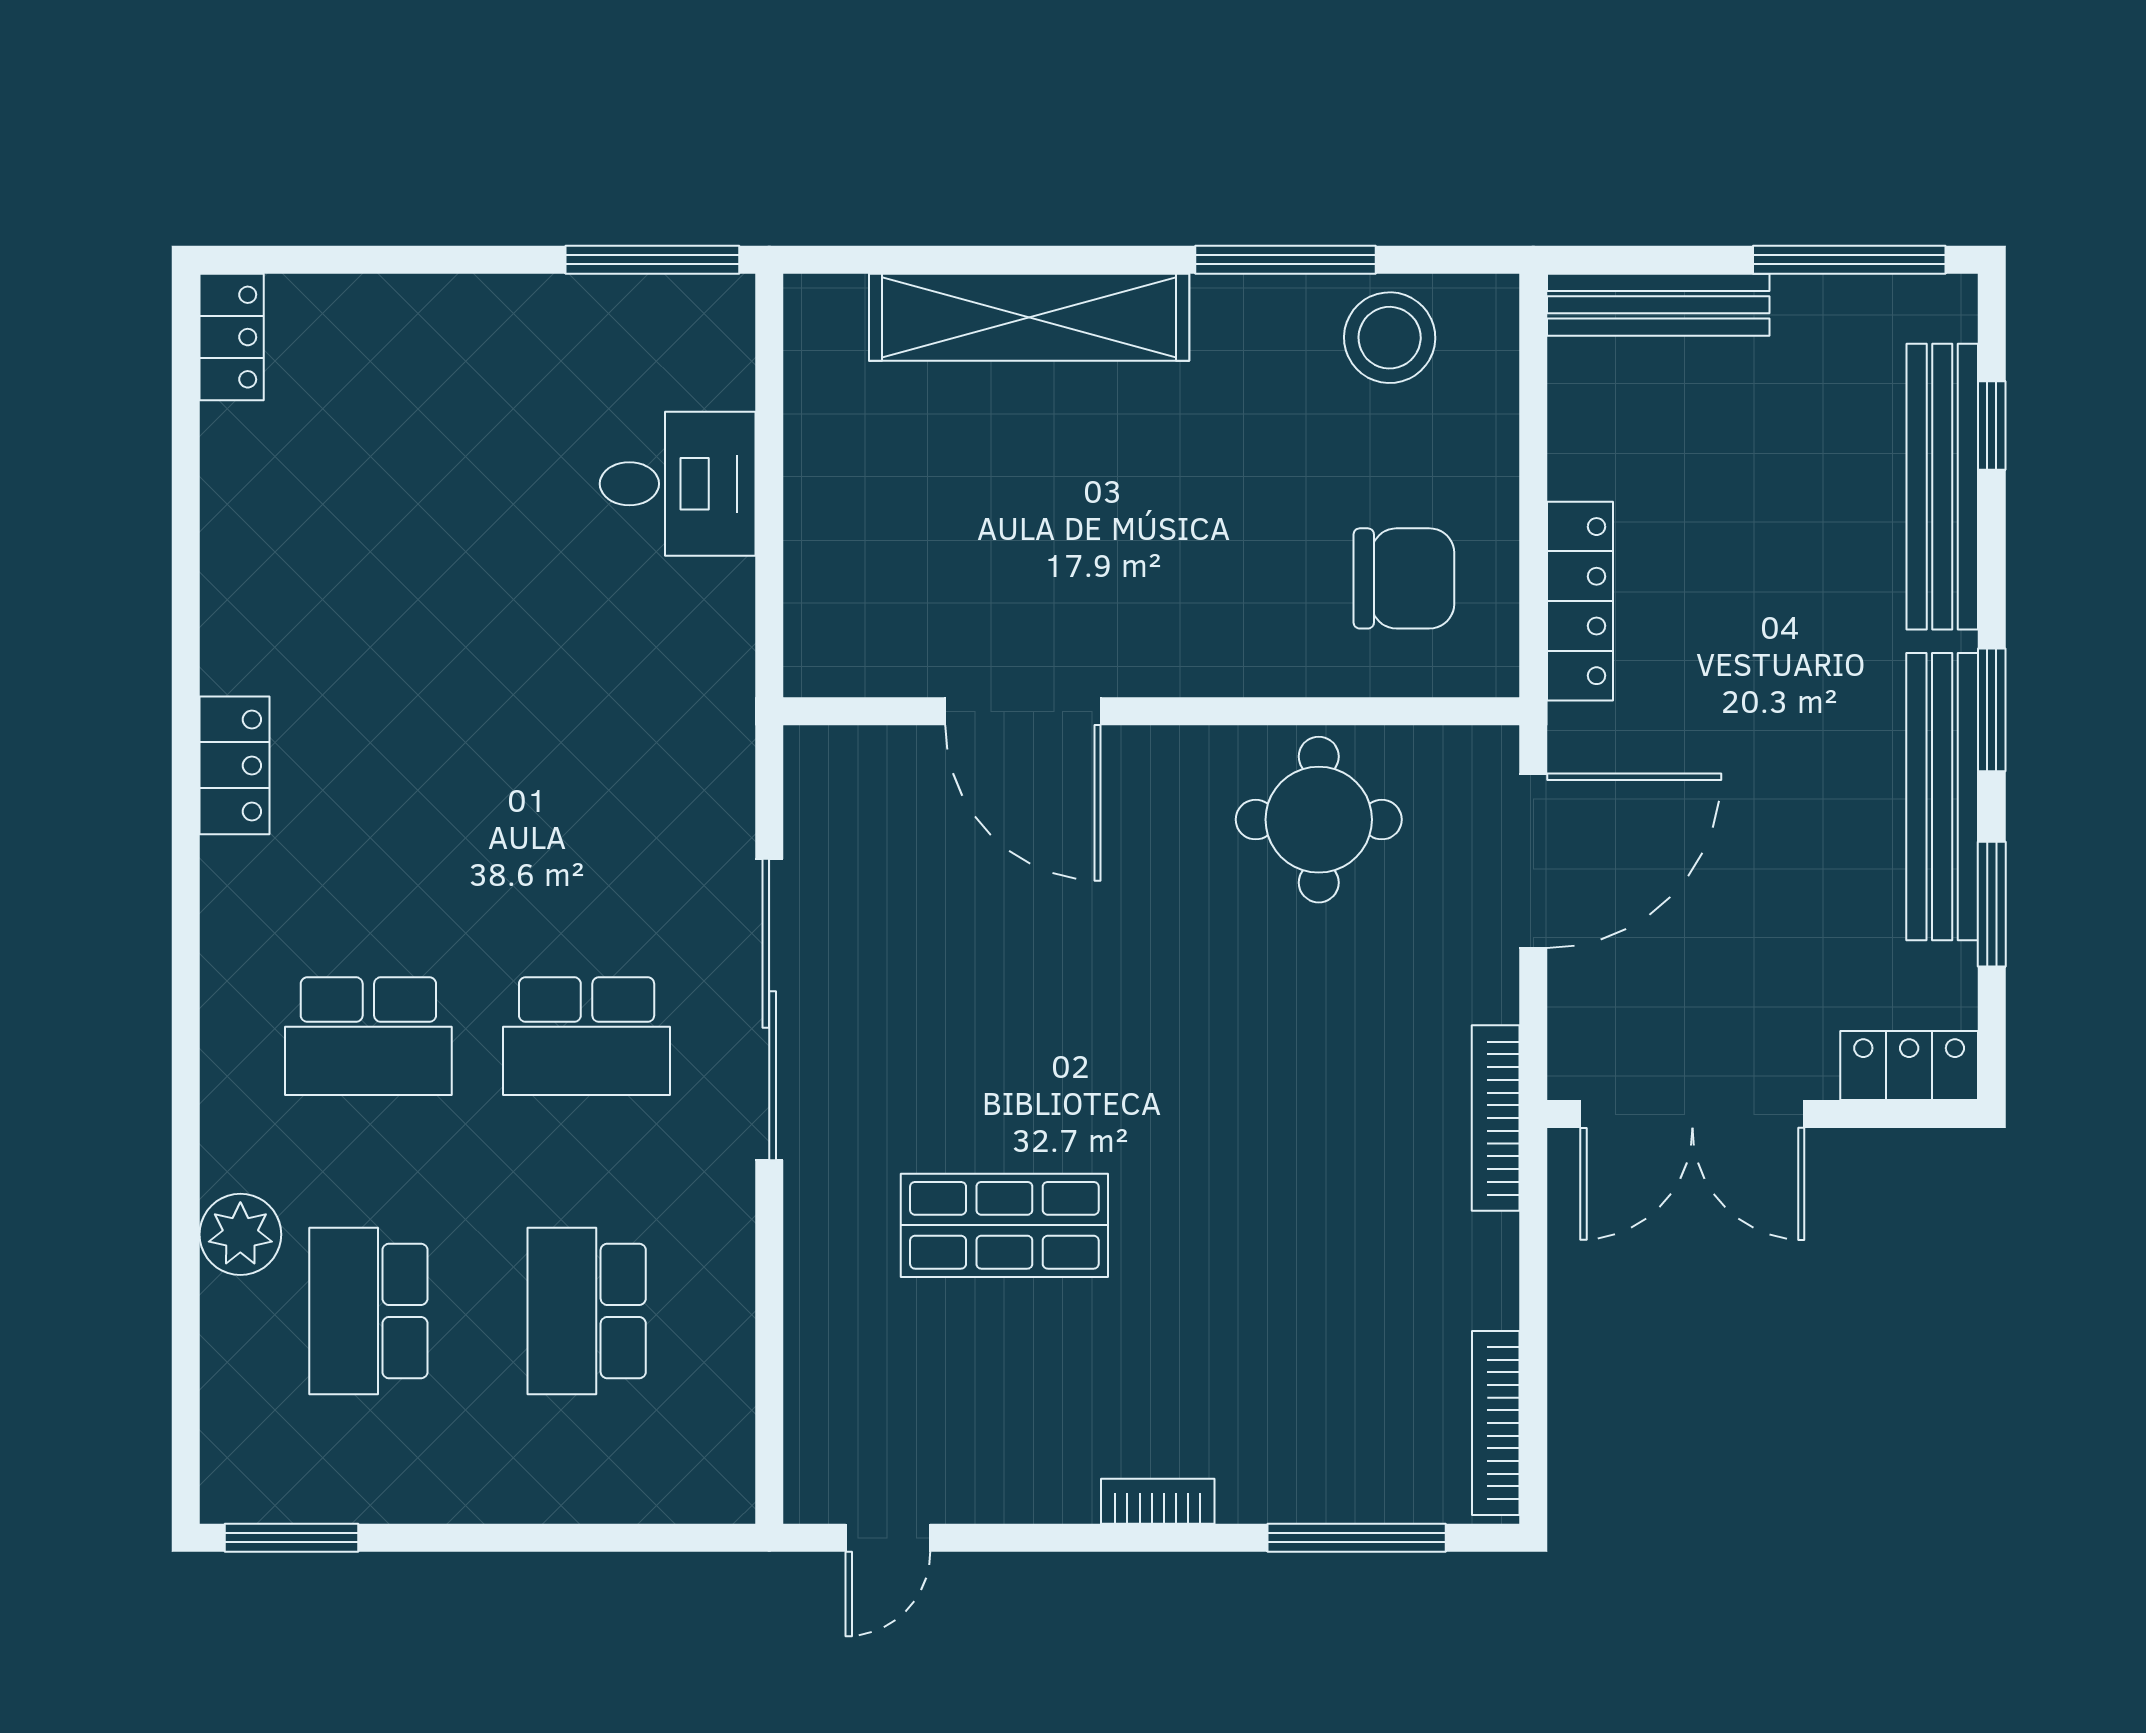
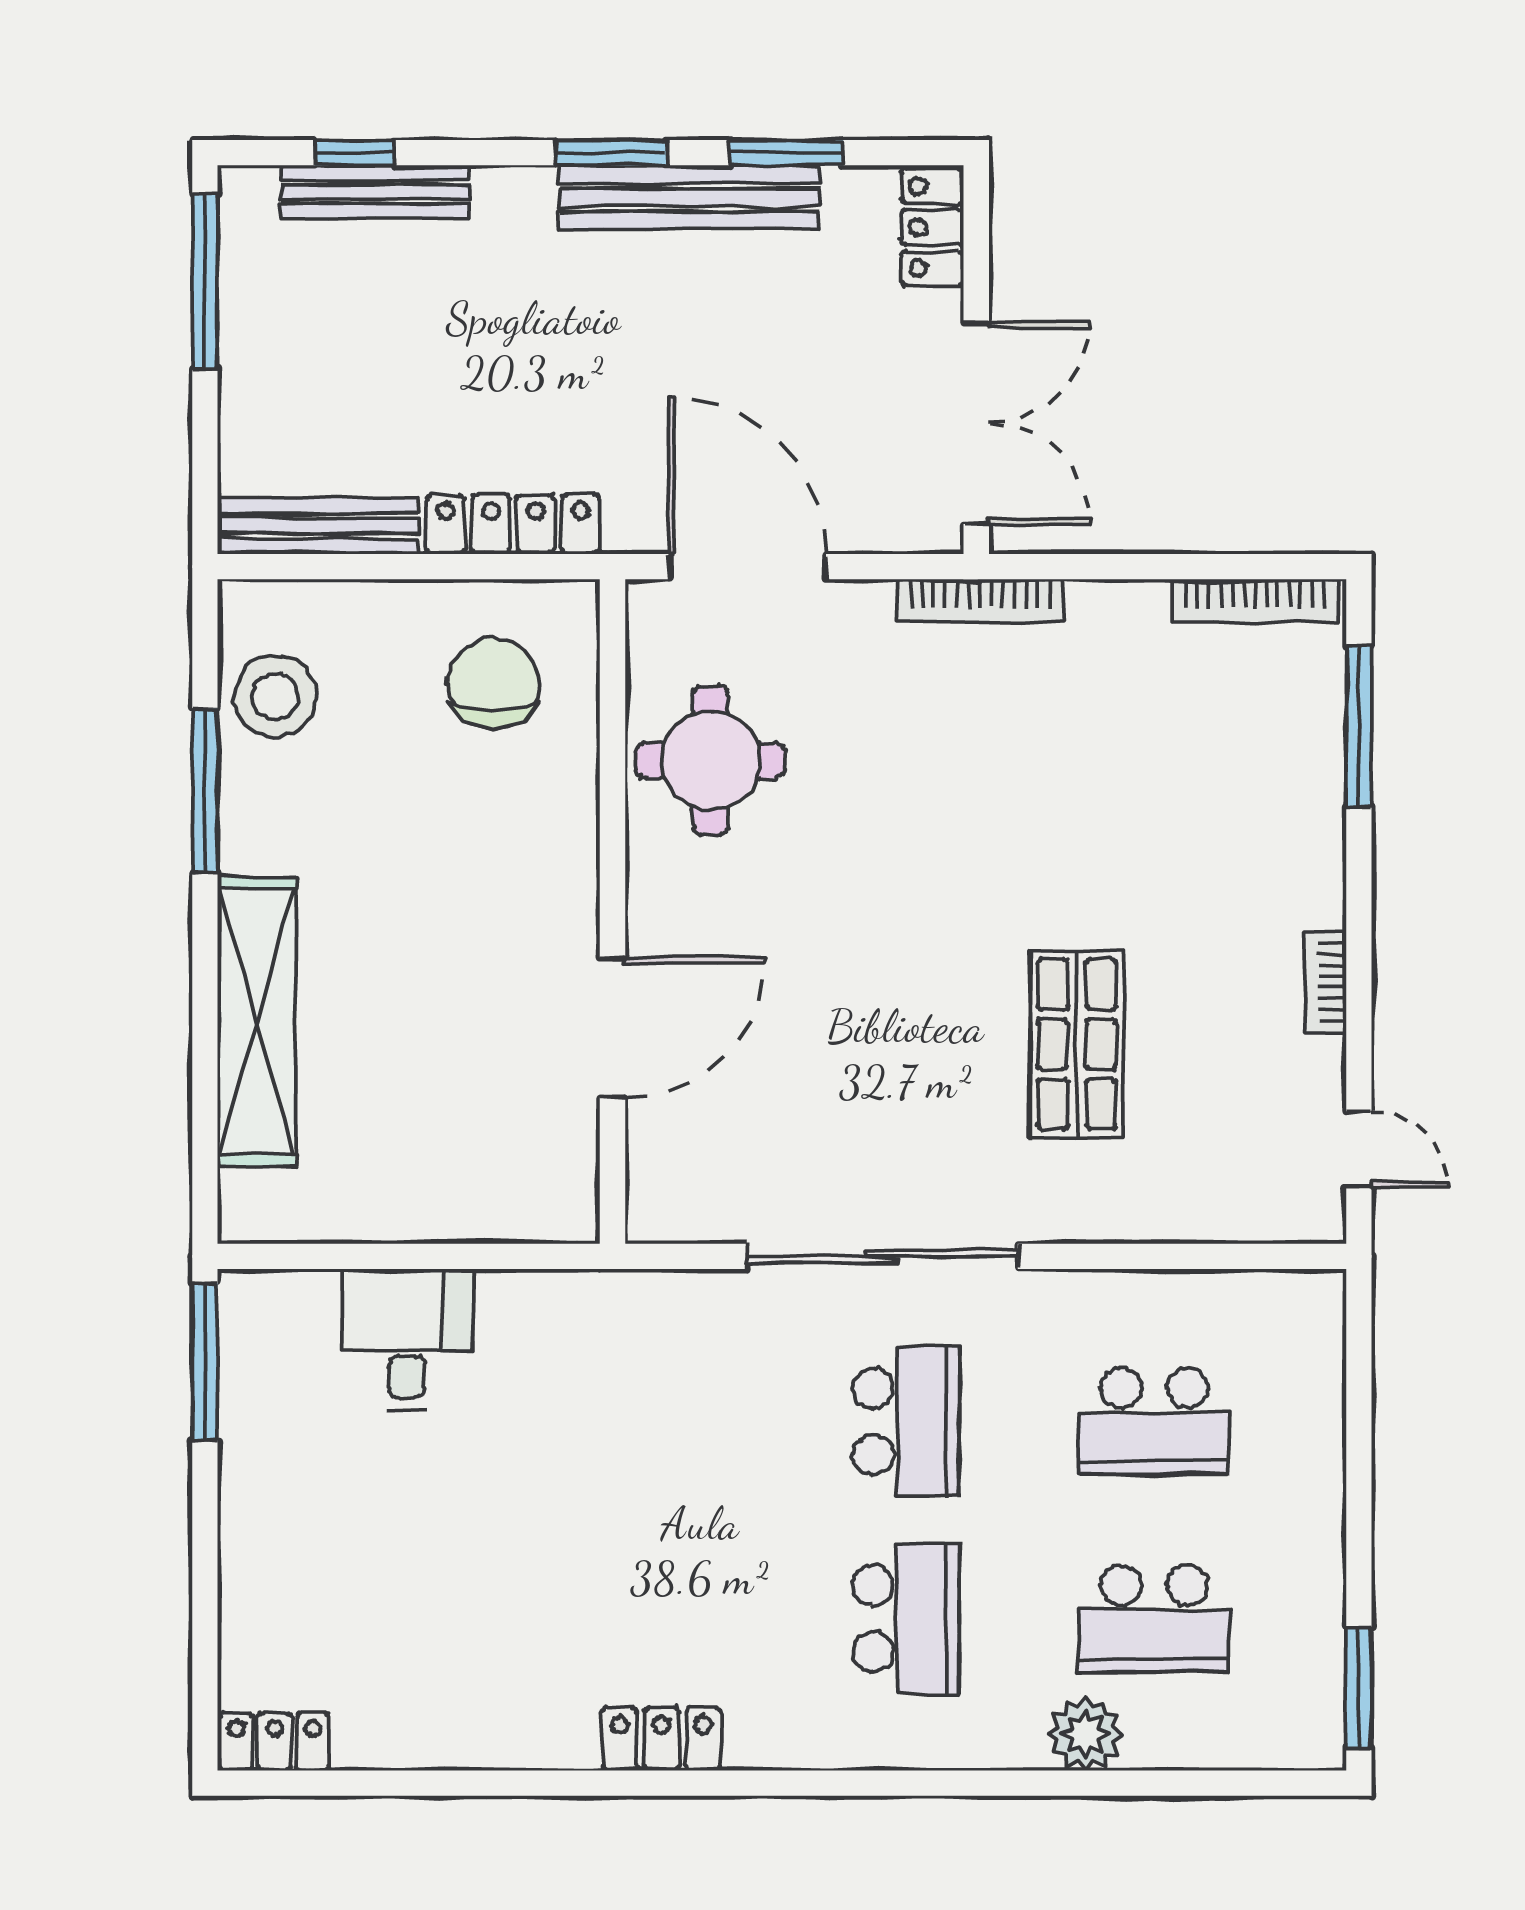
bench: (1658, 305) -> (318, 526), moved, turned 90
bench: (1942, 487) -> (375, 192), width x0.73, depth x0.82
bookcase: (1158, 1501) -> (1326, 982), moved

